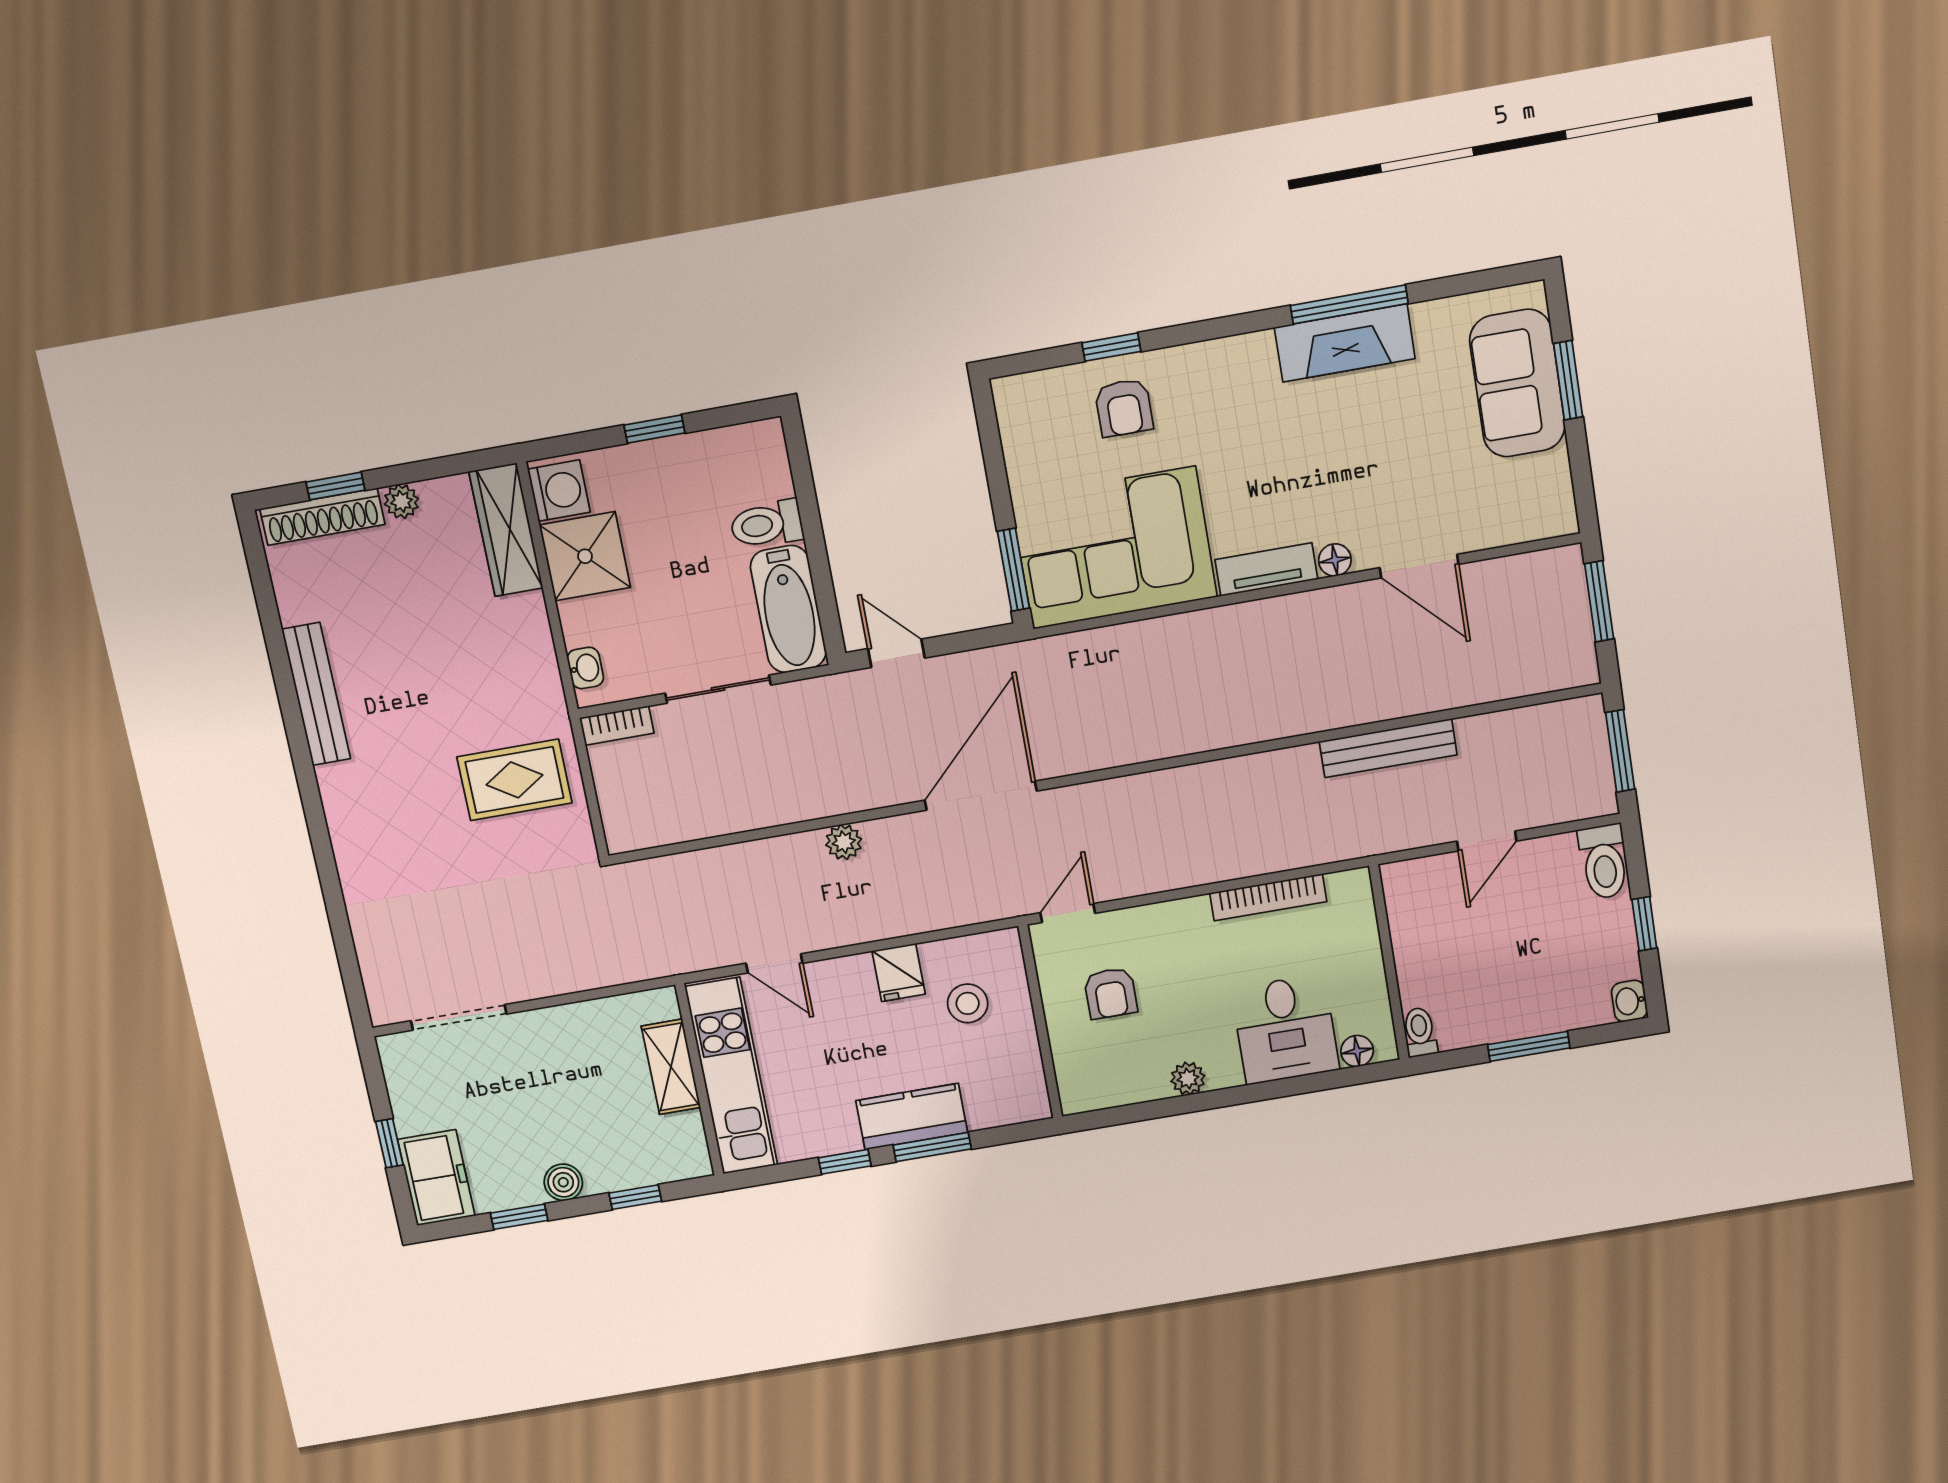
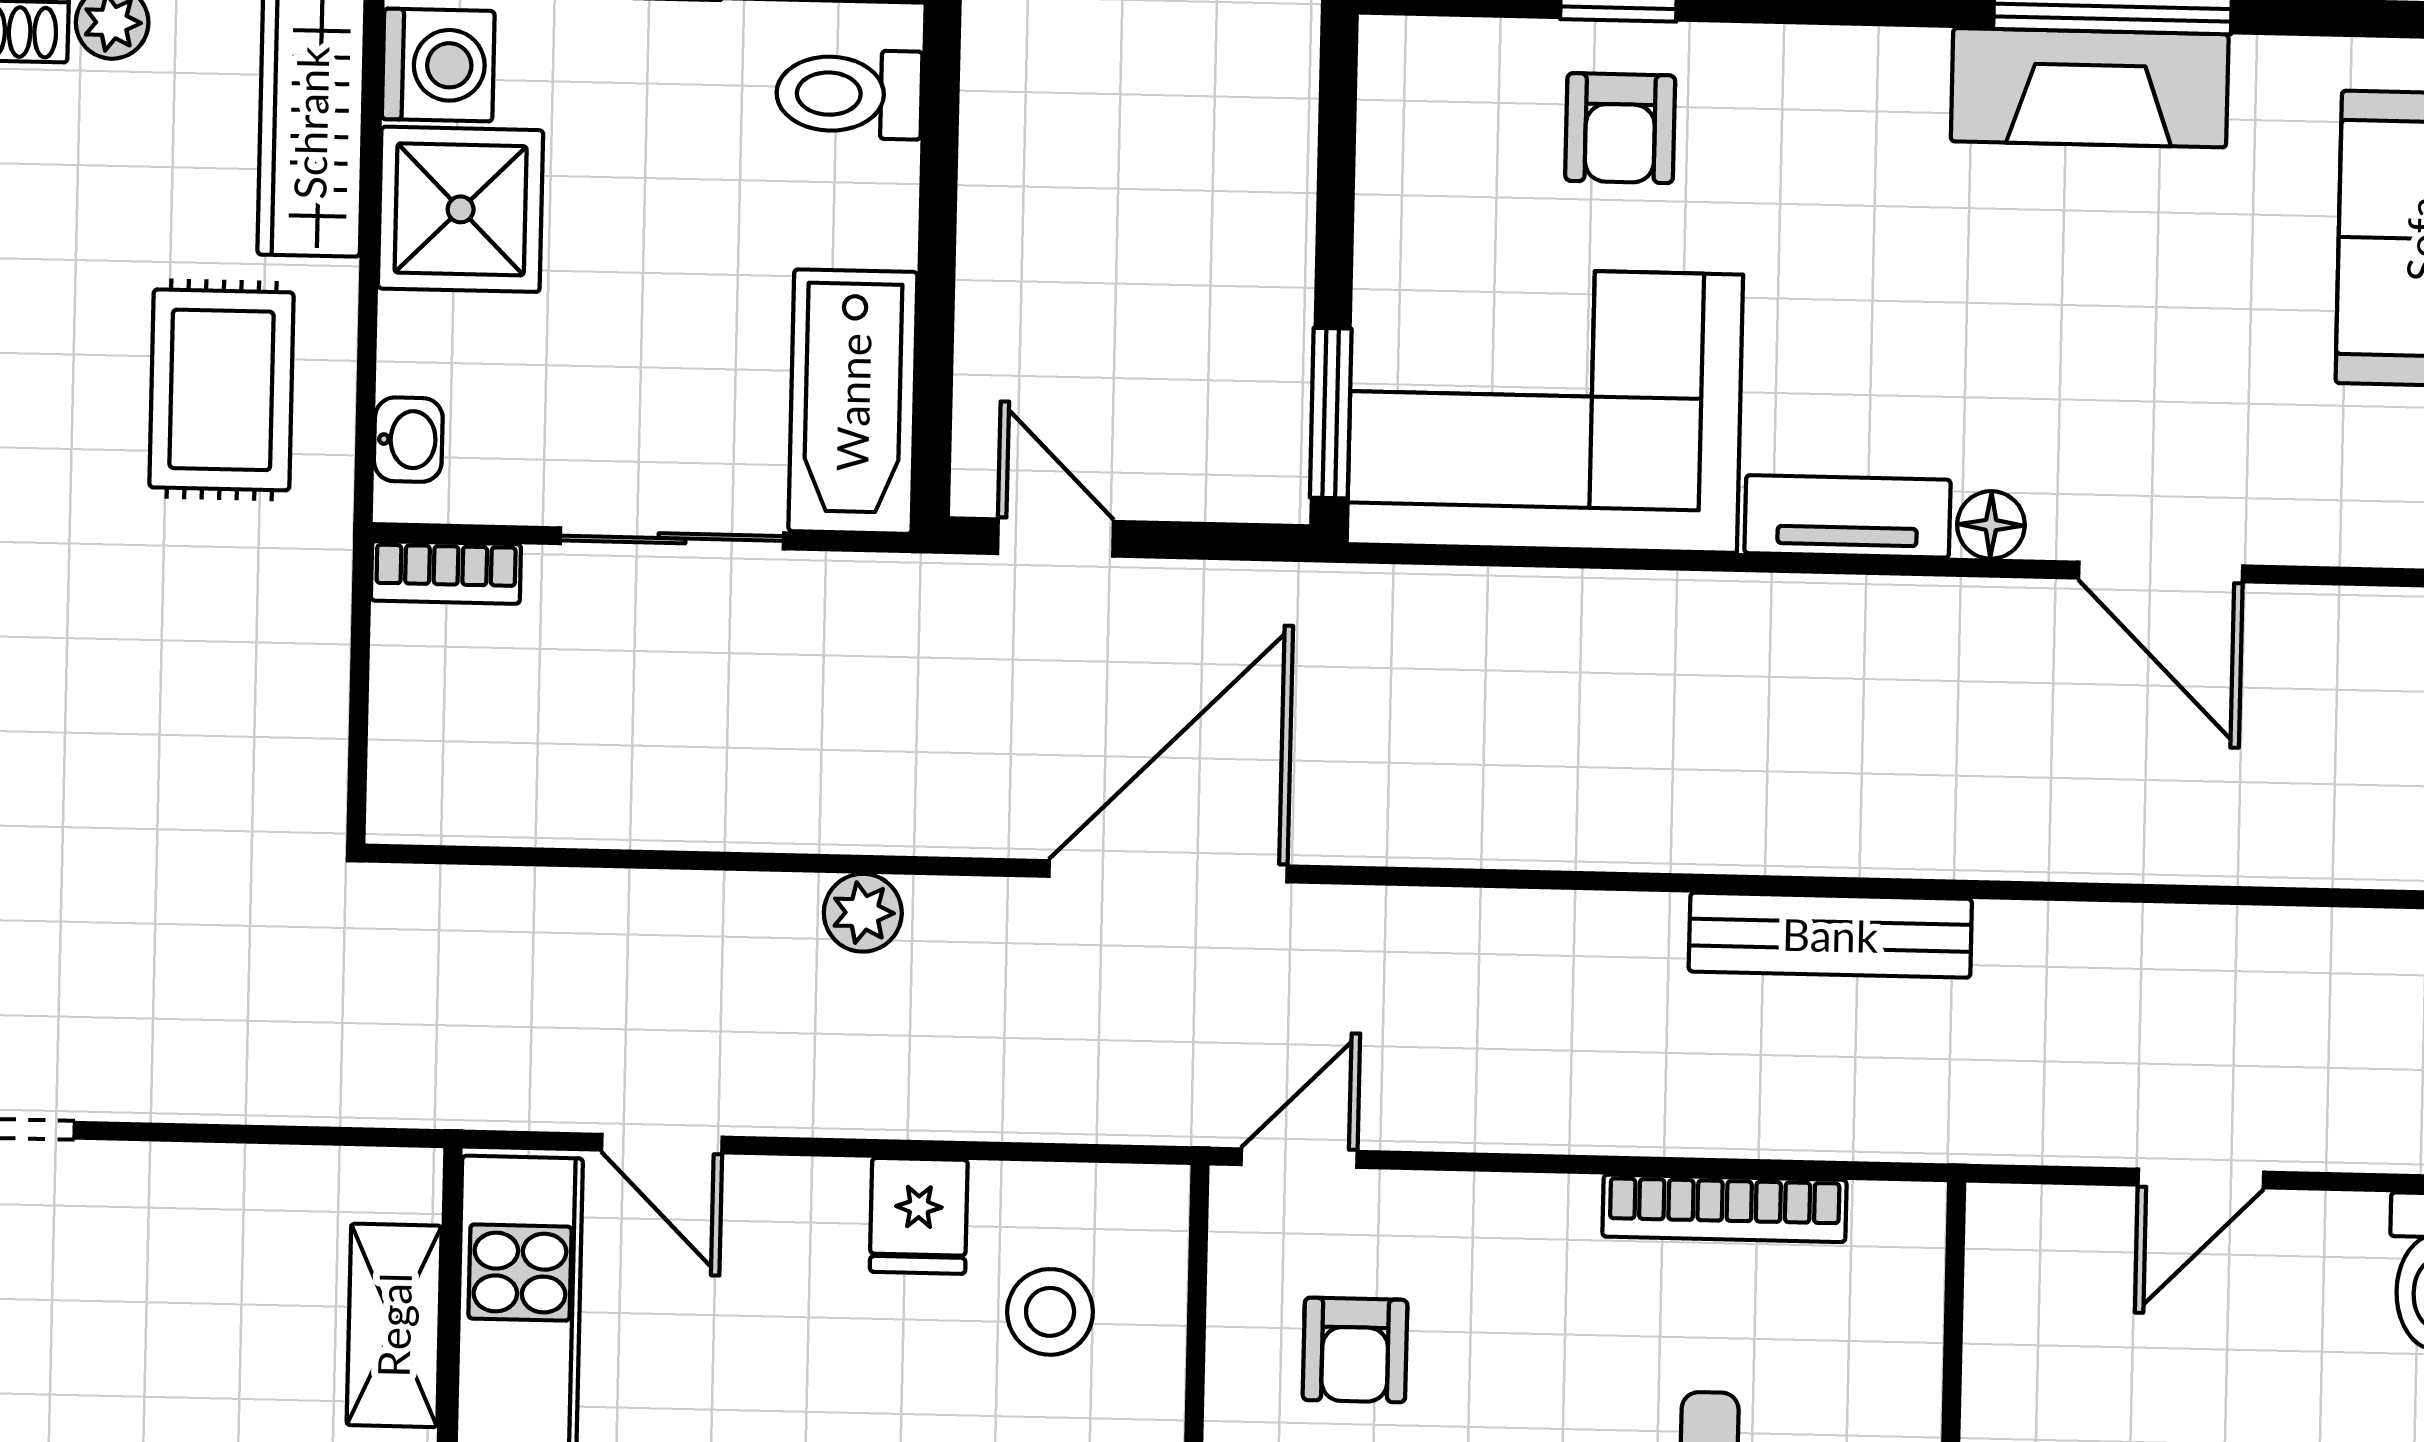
toilet: (767, 524) -> (849, 94), moved
bench: (1388, 748) -> (1830, 935), moved
rug: (514, 780) -> (222, 390), moved, turned 90

